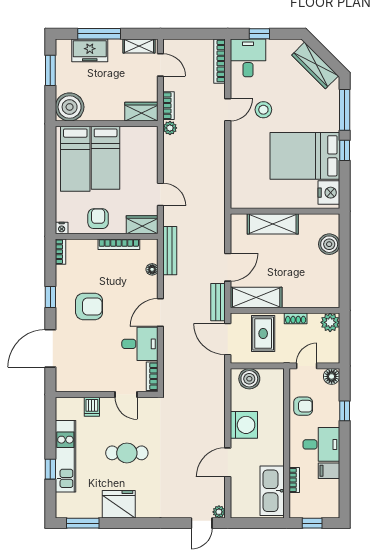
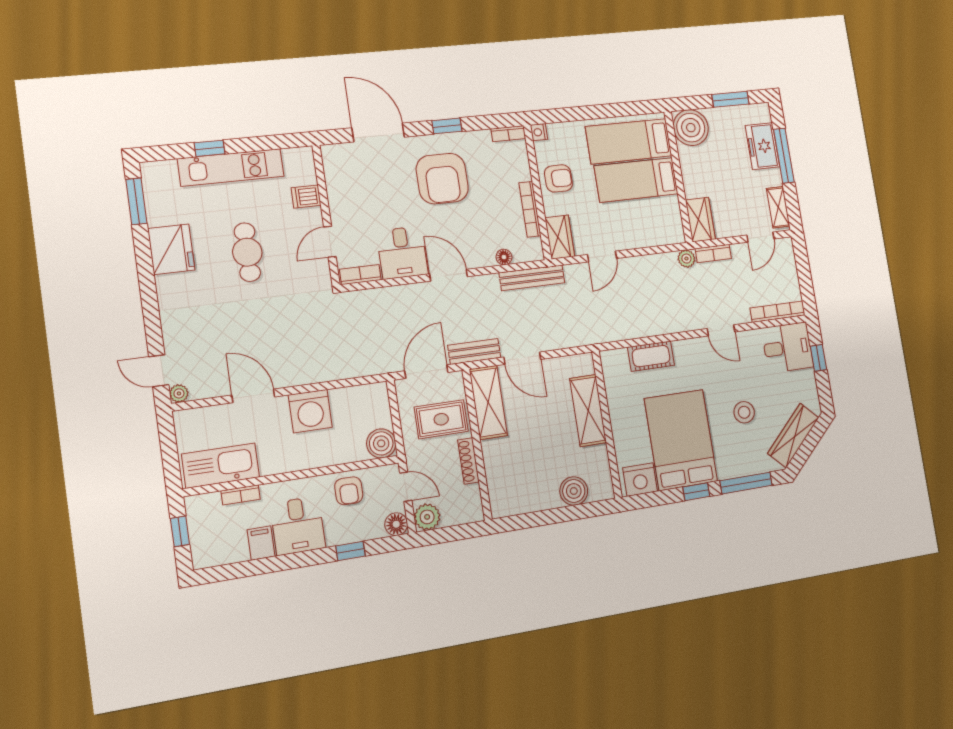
stool: (263, 110) -> (744, 412), moved
cot: (240, 169) -> (651, 356), added
armchair: (89, 306) -> (442, 179), width x1.36, depth x1.36
shoe rack: (296, 318) -> (468, 461), width x1.43
plant: (330, 322) -> (427, 517), moved
boiler: (249, 379) -> (381, 443), moved

